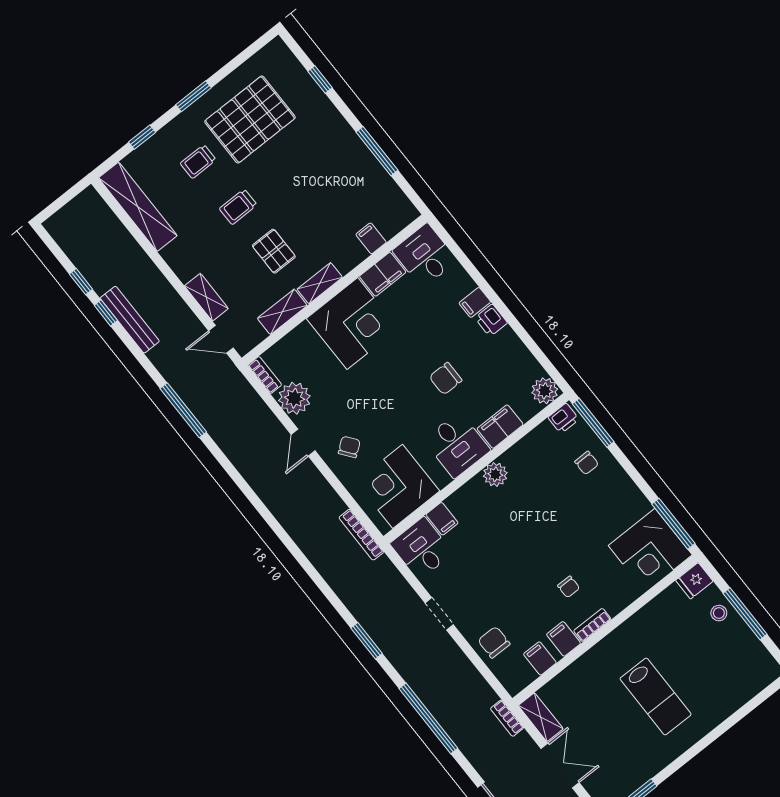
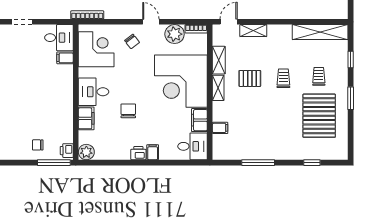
corner desk: (352, 324) -> (181, 81), width x1.36, depth x1.36
plant: (495, 474) -> (66, 99), removed

